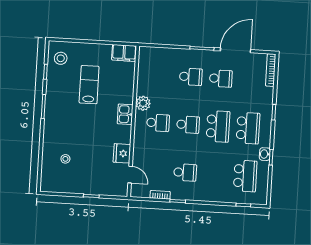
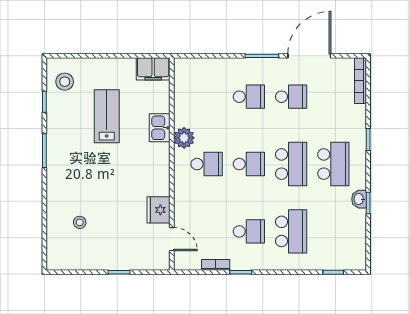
kitchen sink: (125, 114) -> (160, 128), moved
school desk: (245, 176) -> (291, 231), moved

